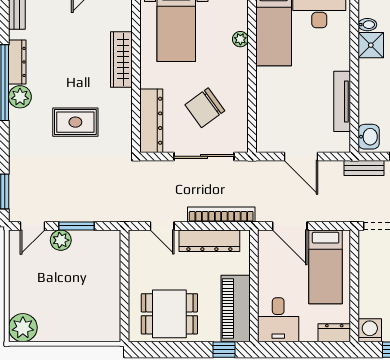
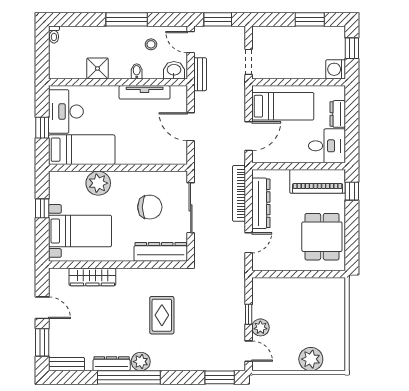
bidet: (367, 25) -> (137, 71), moved
plant: (240, 39) -> (98, 183), width x1.87, depth x1.87
wardrobe: (121, 59) -> (92, 277), moved
chair: (205, 108) -> (150, 207), turned -54
door: (301, 156) -> (191, 127), swing flipped
window: (77, 226) -> (249, 314), width x0.67
plant: (23, 328) -> (311, 359), moved
dresser: (334, 333) -> (338, 114), moved

